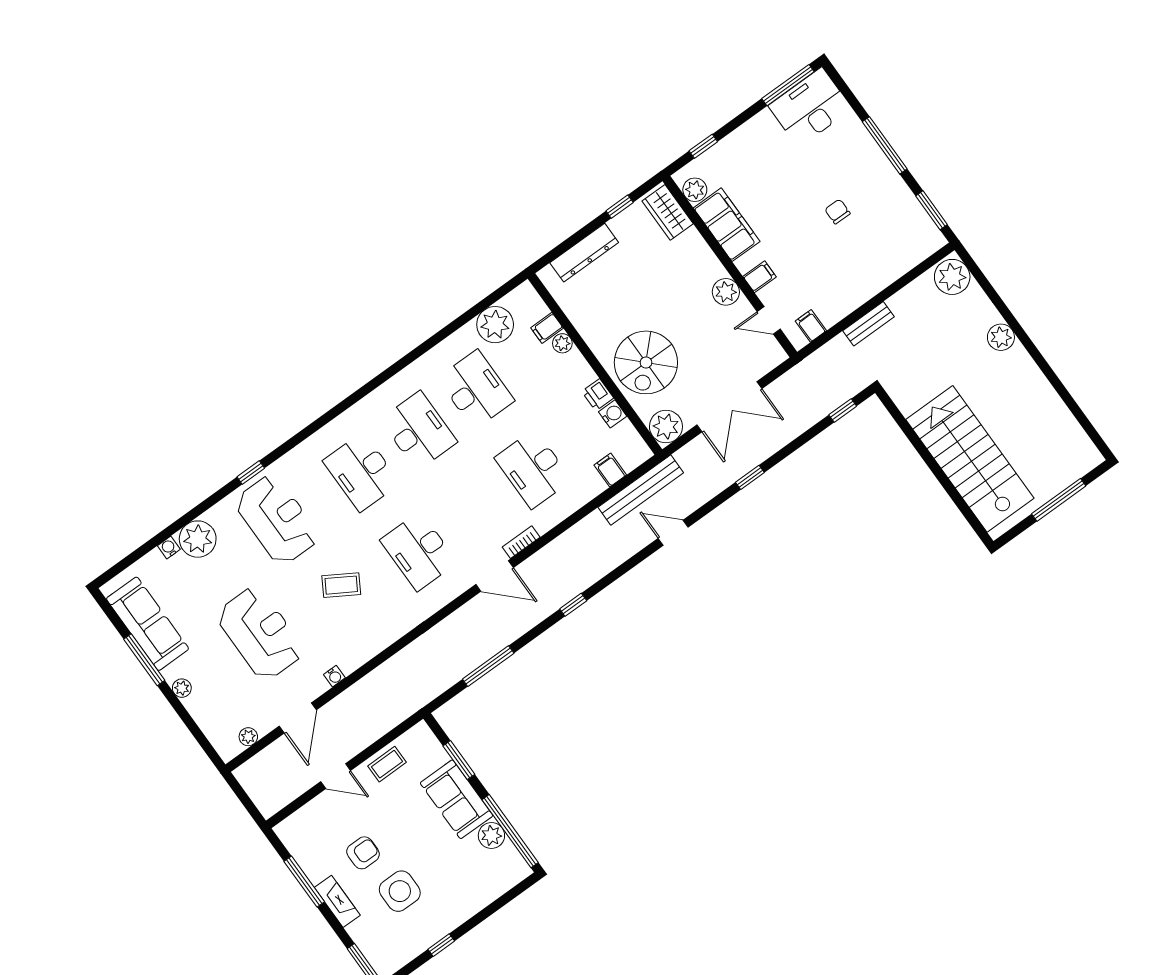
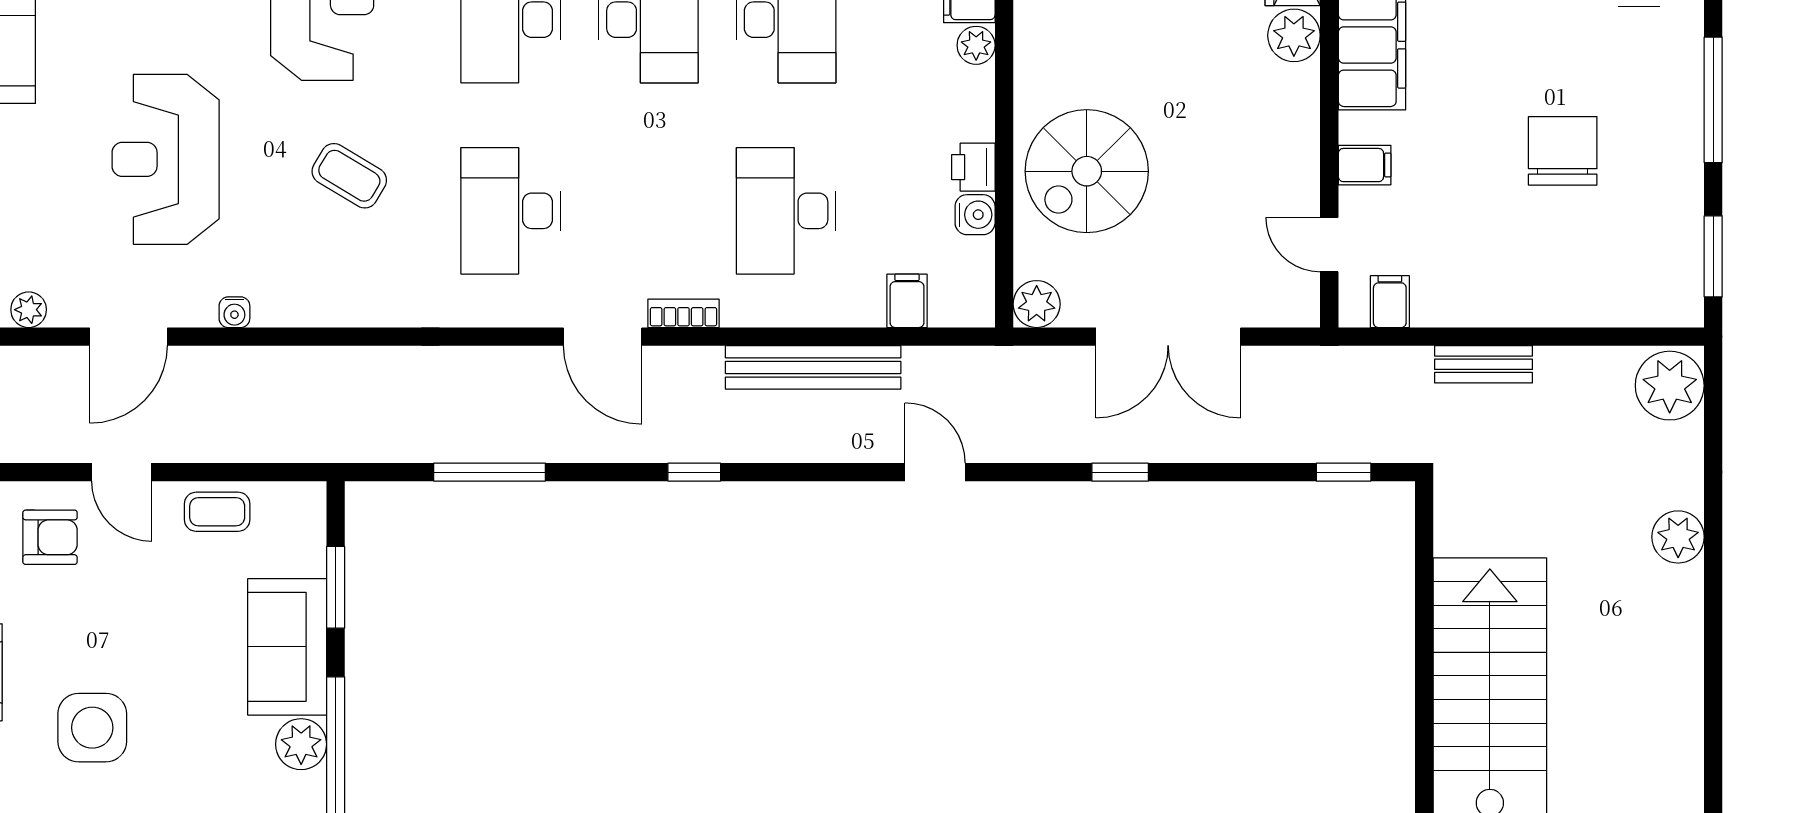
chair: (837, 212) -> (1563, 151), width x1.87, depth x1.87
plant: (726, 292) -> (1294, 35), moved
plant: (666, 427) -> (1037, 304), width x0.73, depth x0.73
bench: (641, 490) -> (813, 367), moved
reception desk: (260, 633) -> (166, 159), turned 180
armchair: (363, 853) -> (50, 537), moved

